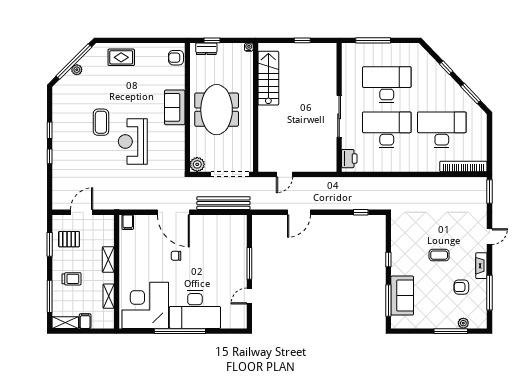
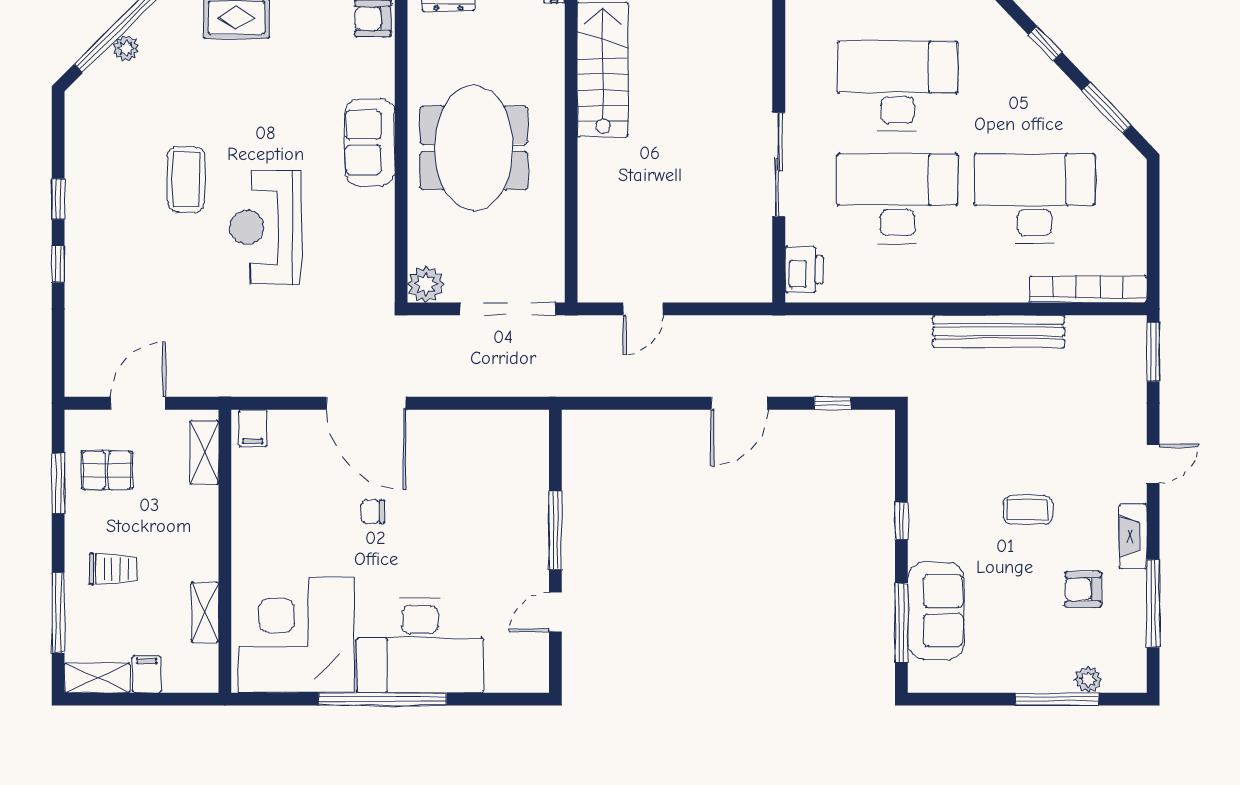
bench: (223, 203) -> (999, 332), moved
door: (299, 212) -> (739, 403), moved
shelving: (108, 260) -> (204, 452), moved

